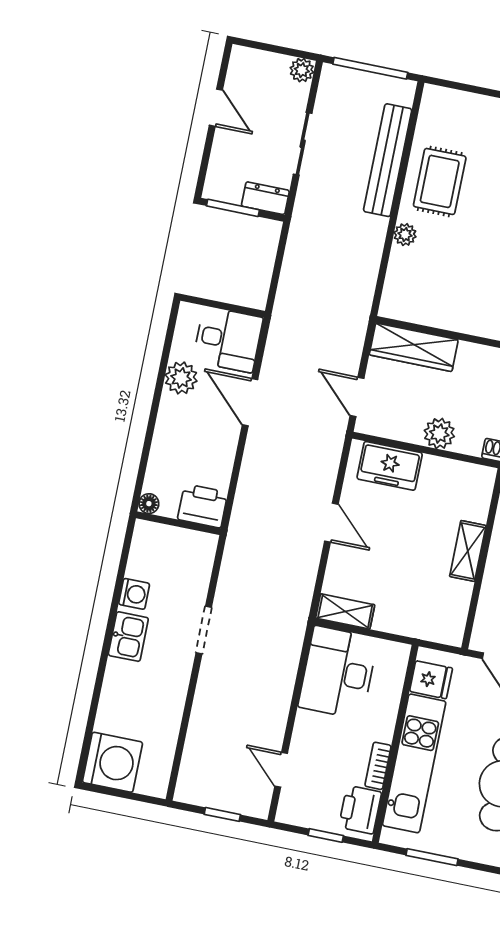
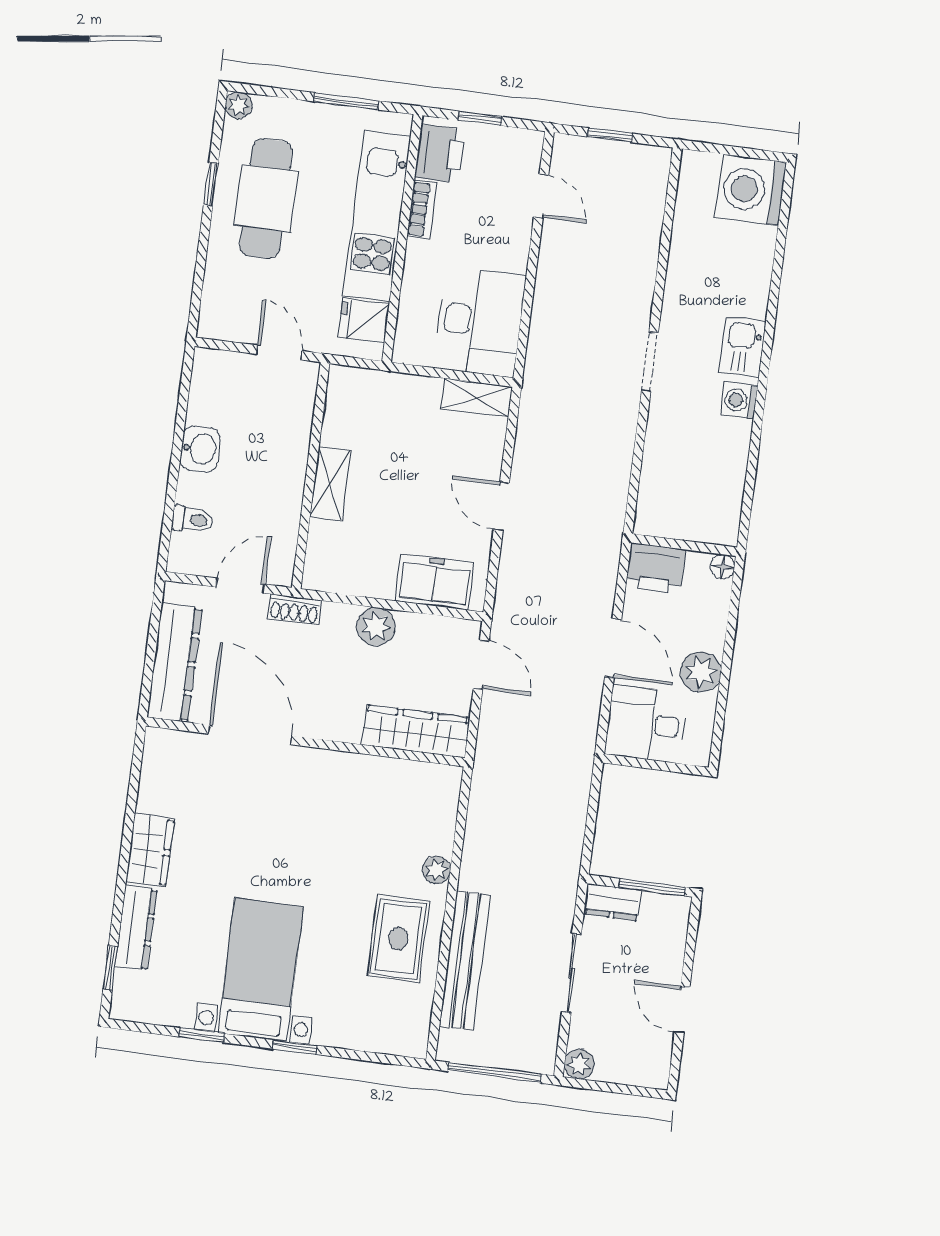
floor lamp: (149, 504) -> (722, 567), moved
printer: (203, 506) -> (656, 569), moved
wall: (178, 523) -> (684, 545), moved

